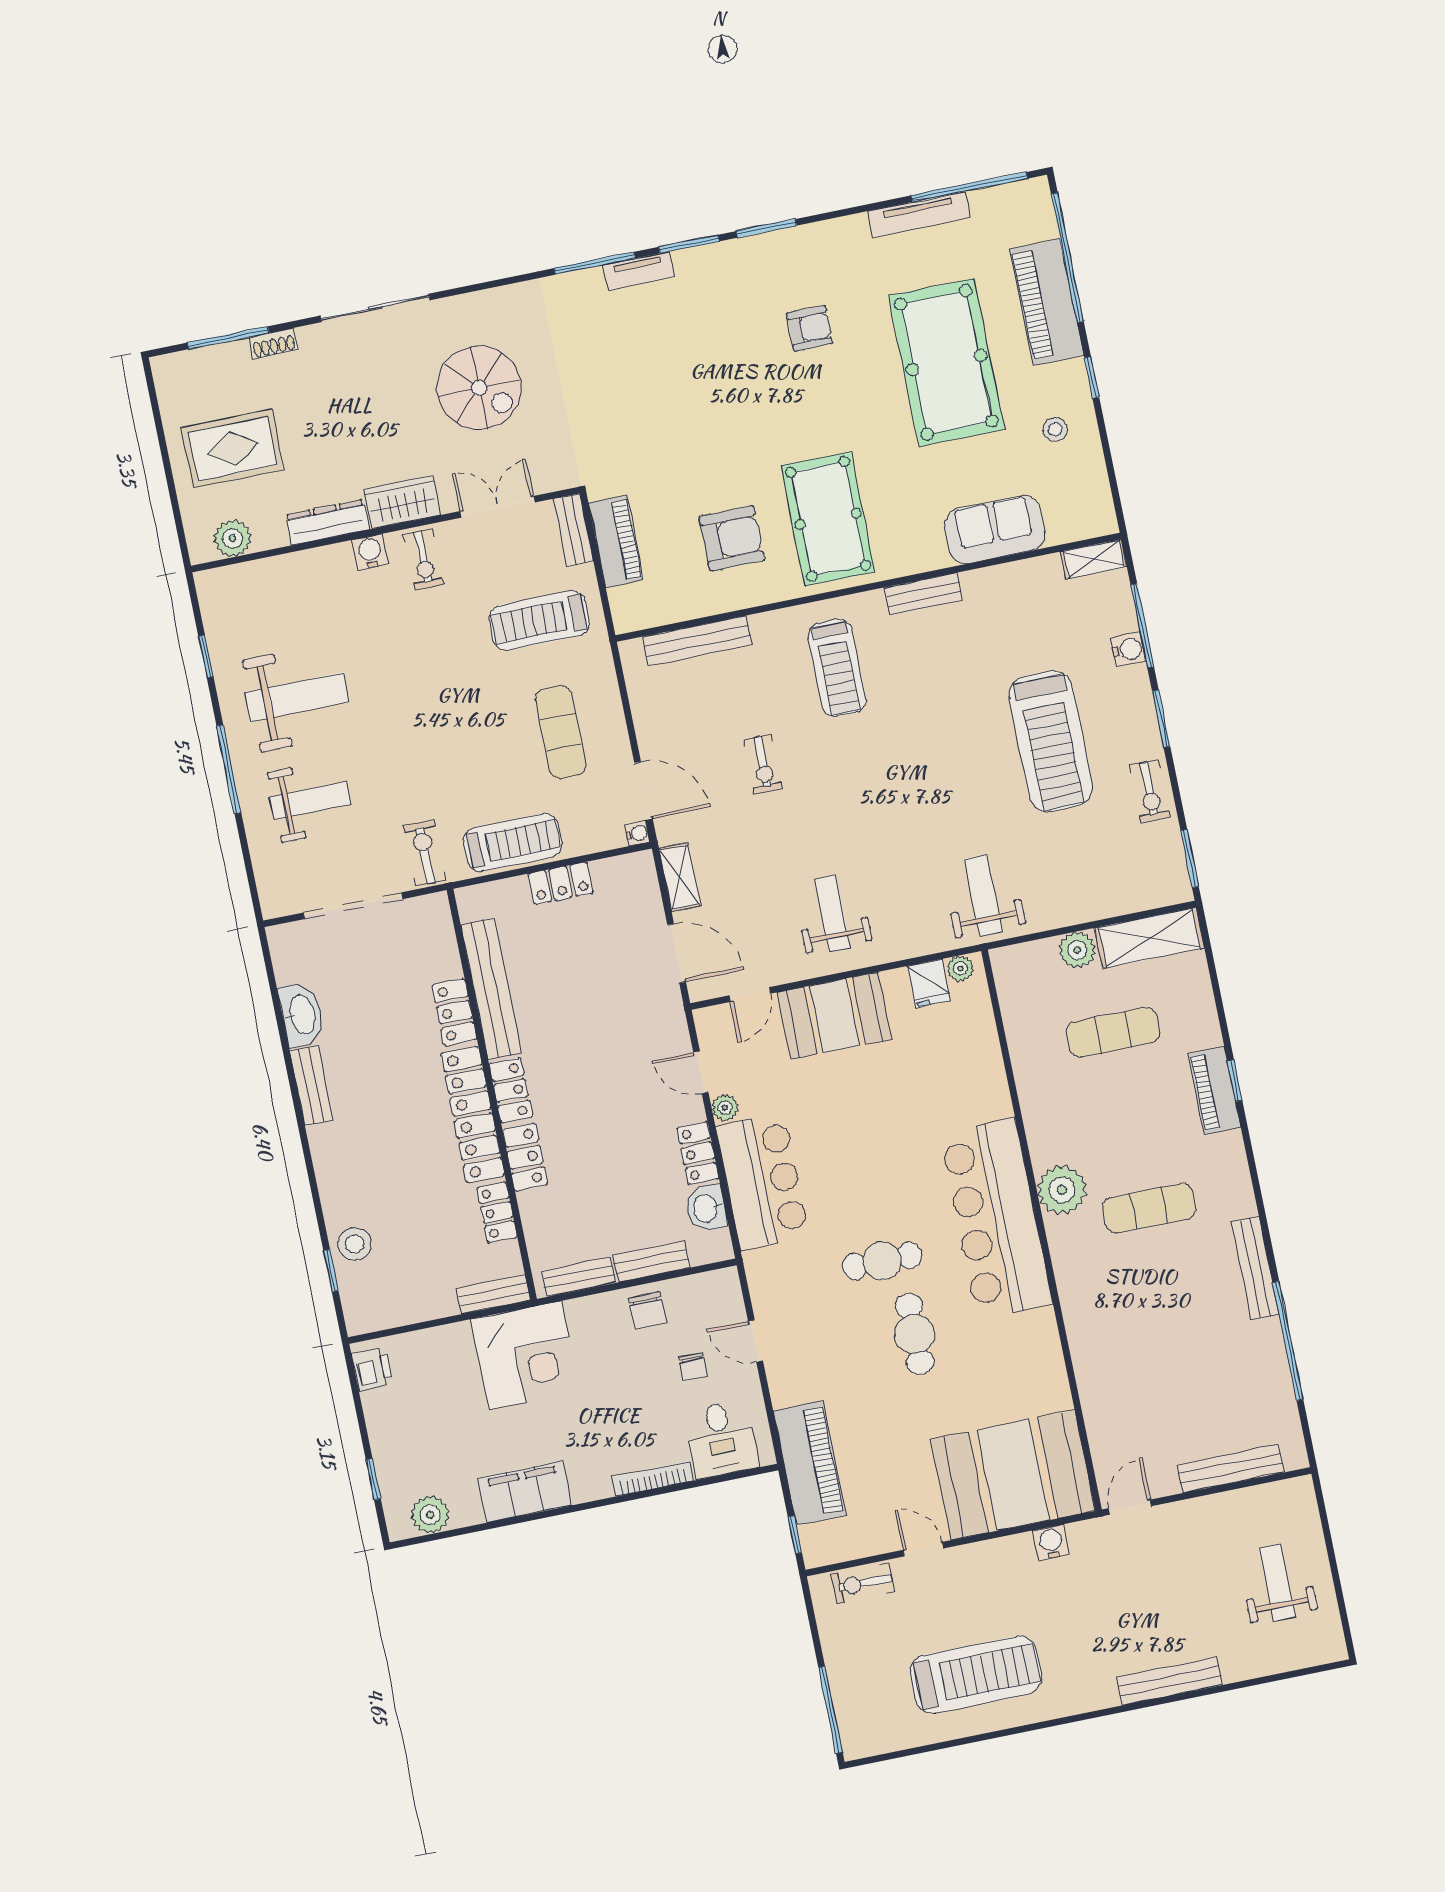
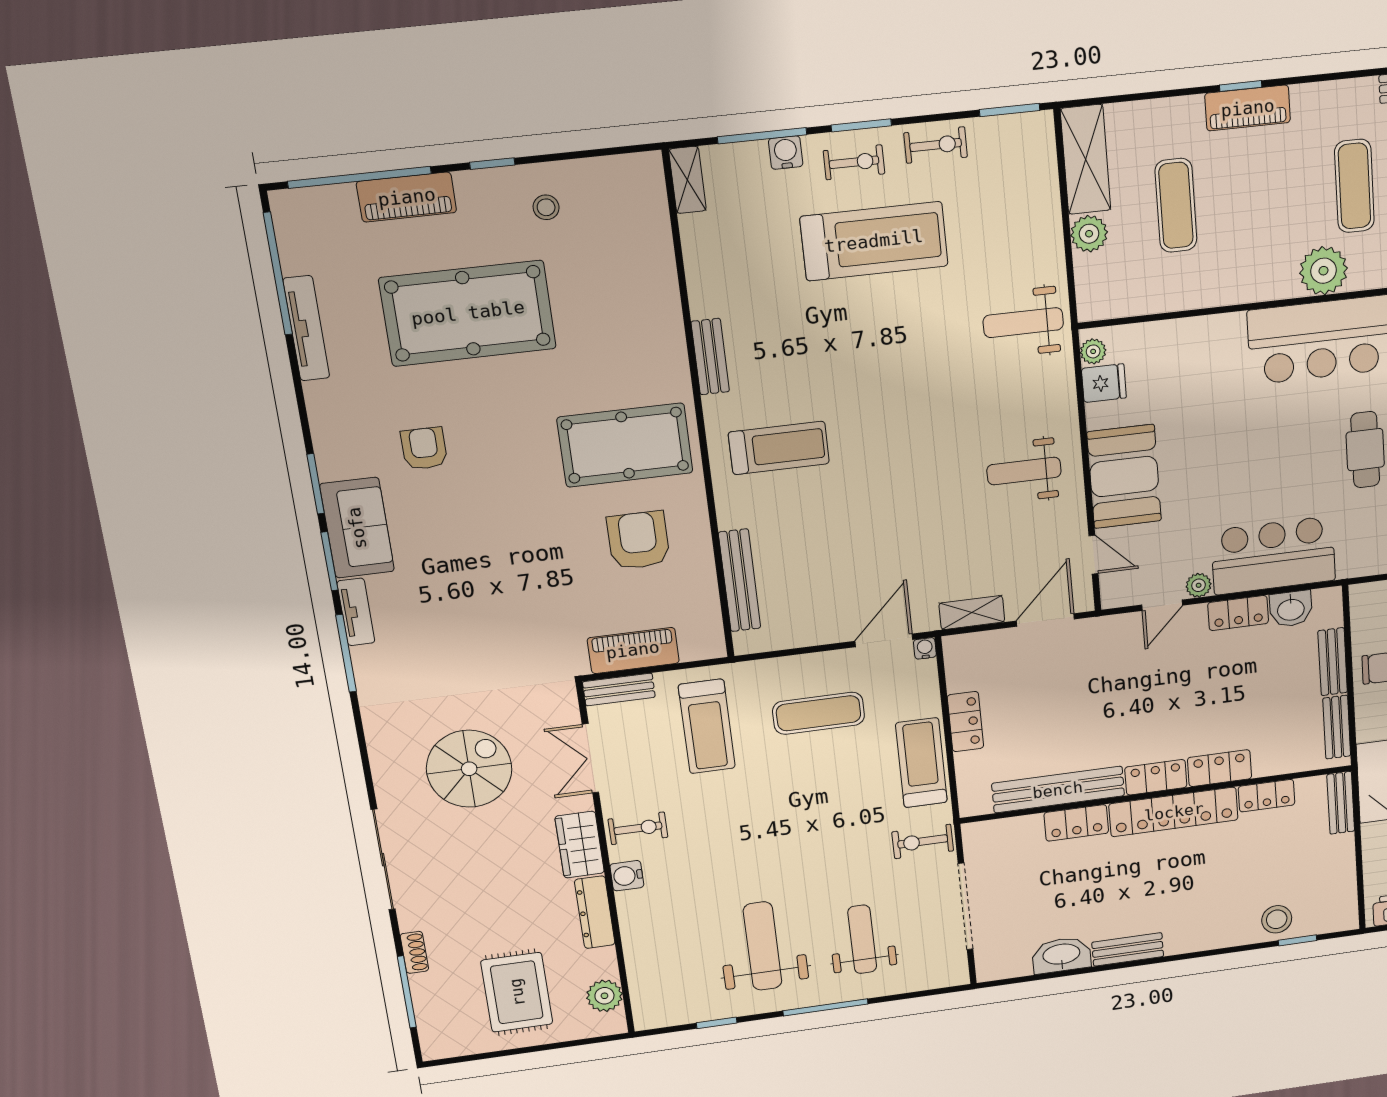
piano: (1047, 302) -> (407, 197), width x0.73, depth x0.75
sofa: (995, 530) -> (357, 528), moved, turned 180
exercise bike: (763, 764) -> (854, 162), moved

